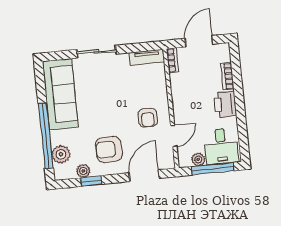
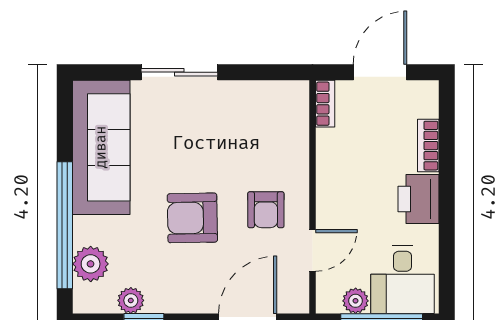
tv unit: (147, 57) -> (276, 93), removed
armchair: (109, 149) -> (192, 218), moved

